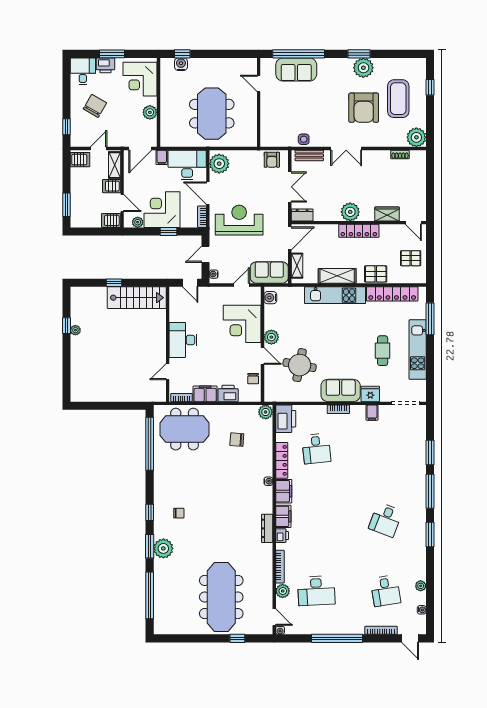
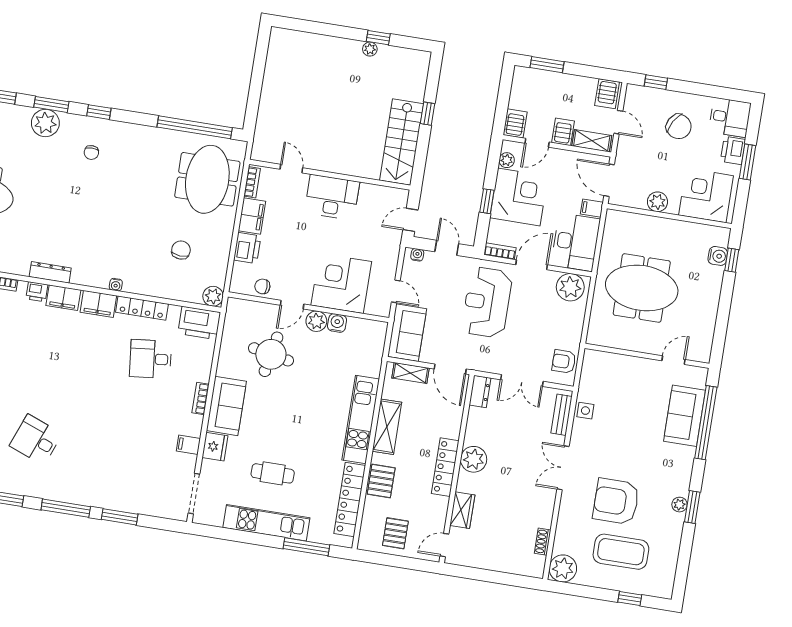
plant: (363, 68) -> (679, 505), width x0.53, depth x0.53
reception desk: (239, 220) -> (487, 302), turned 180
water cooler: (270, 298) -> (337, 323), moved

